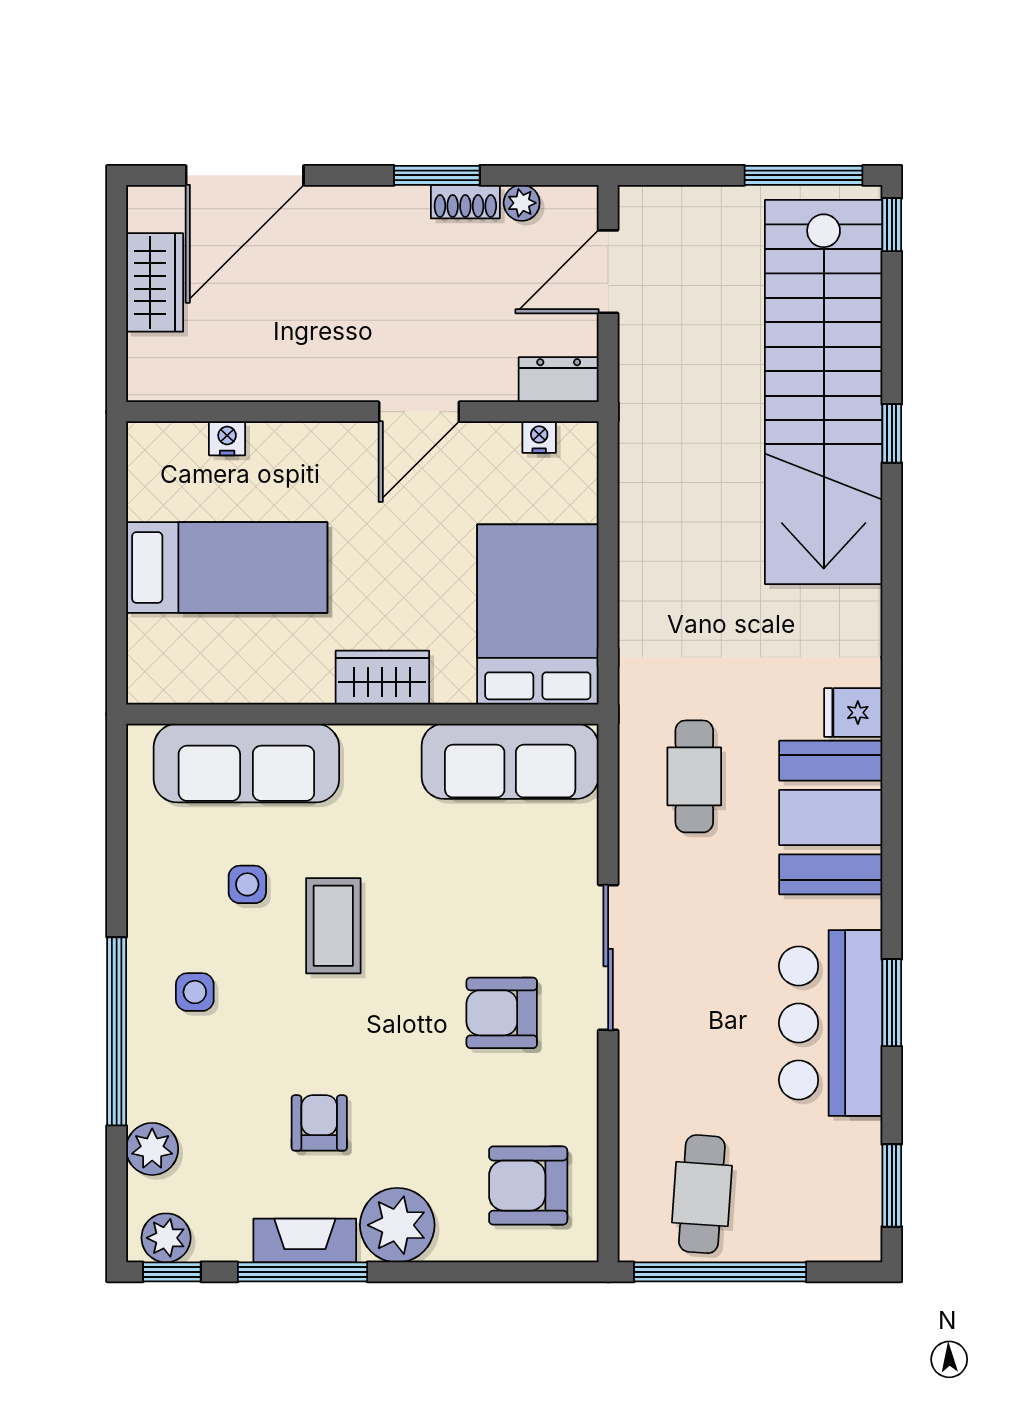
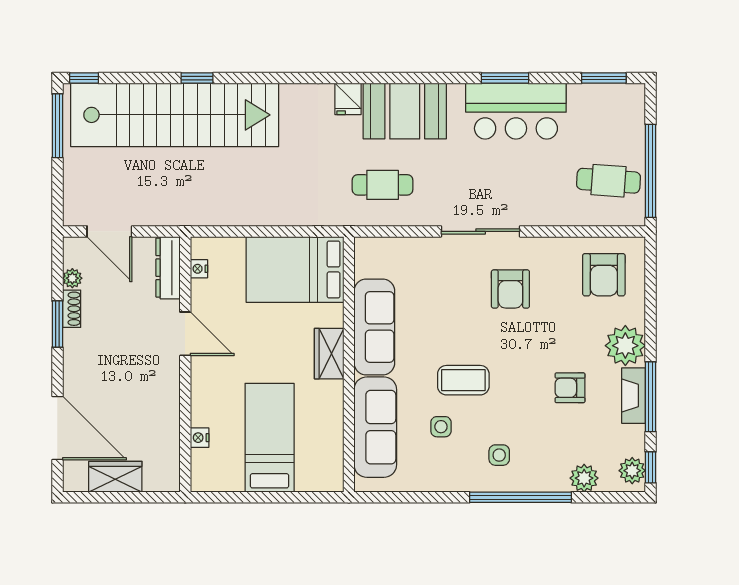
dresser: (559, 380) -> (168, 268), width x1.44
sofa: (510, 761) -> (374, 327), moved

